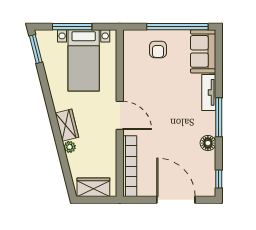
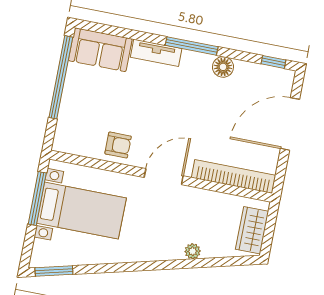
window: (72, 27) -> (37, 198), moved
armchair: (158, 49) -> (118, 145), moved
wardrobe: (67, 125) -> (163, 249), removed

